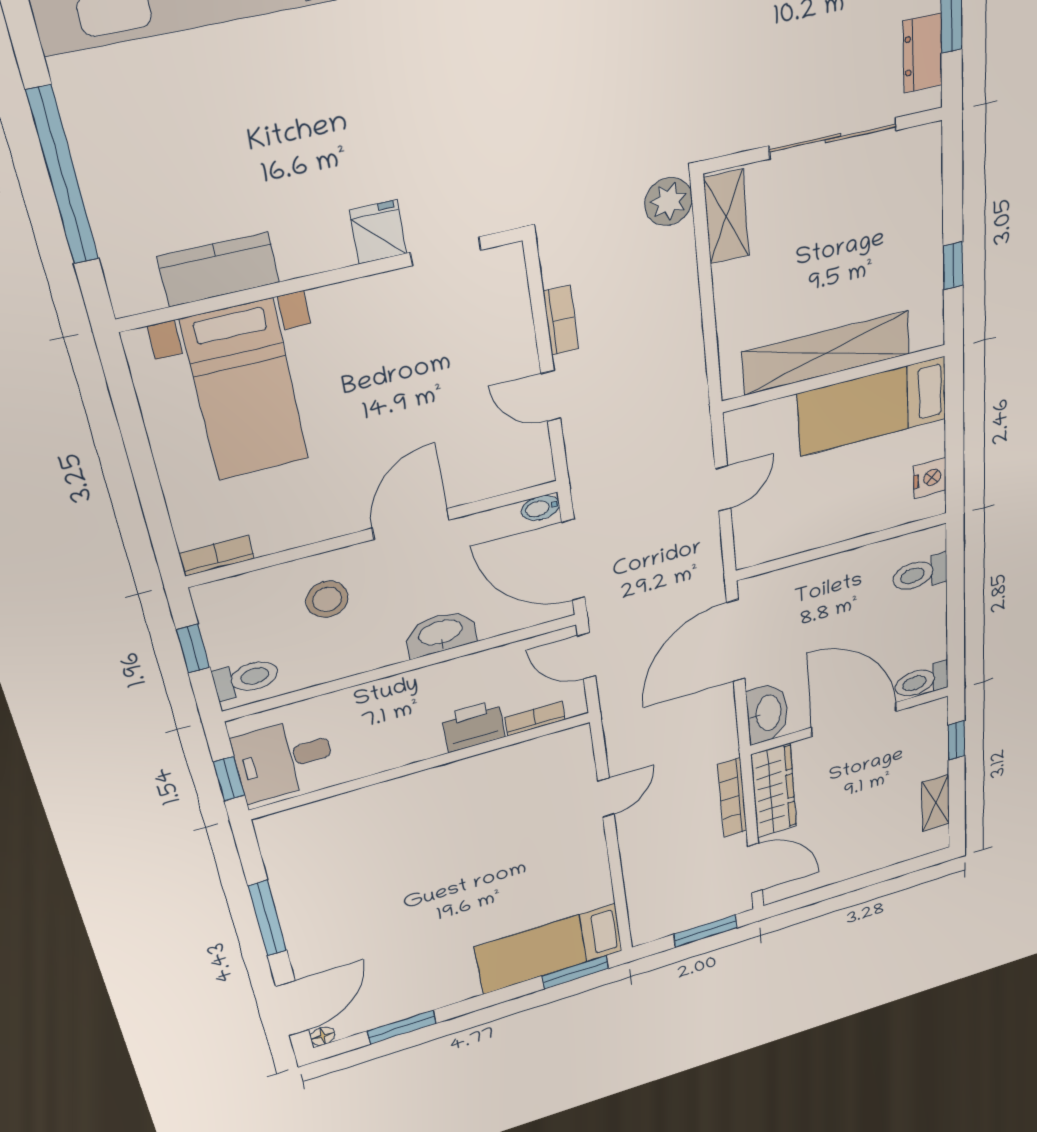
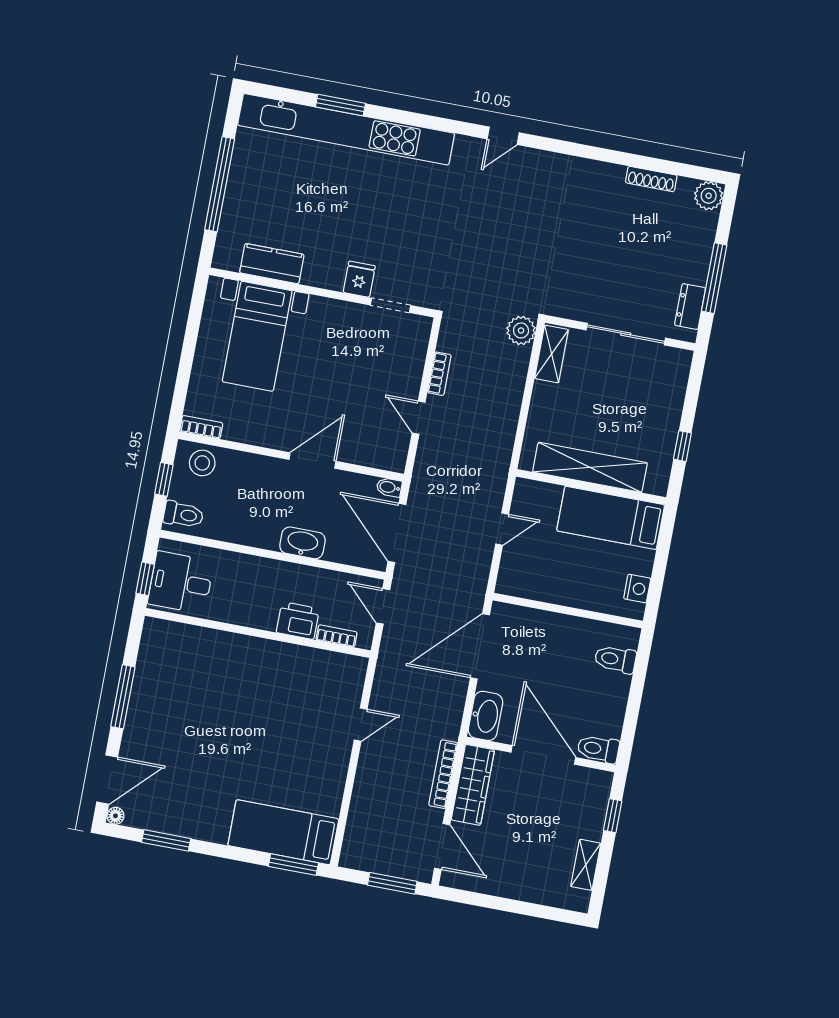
stool: (327, 599) -> (202, 463), moved

